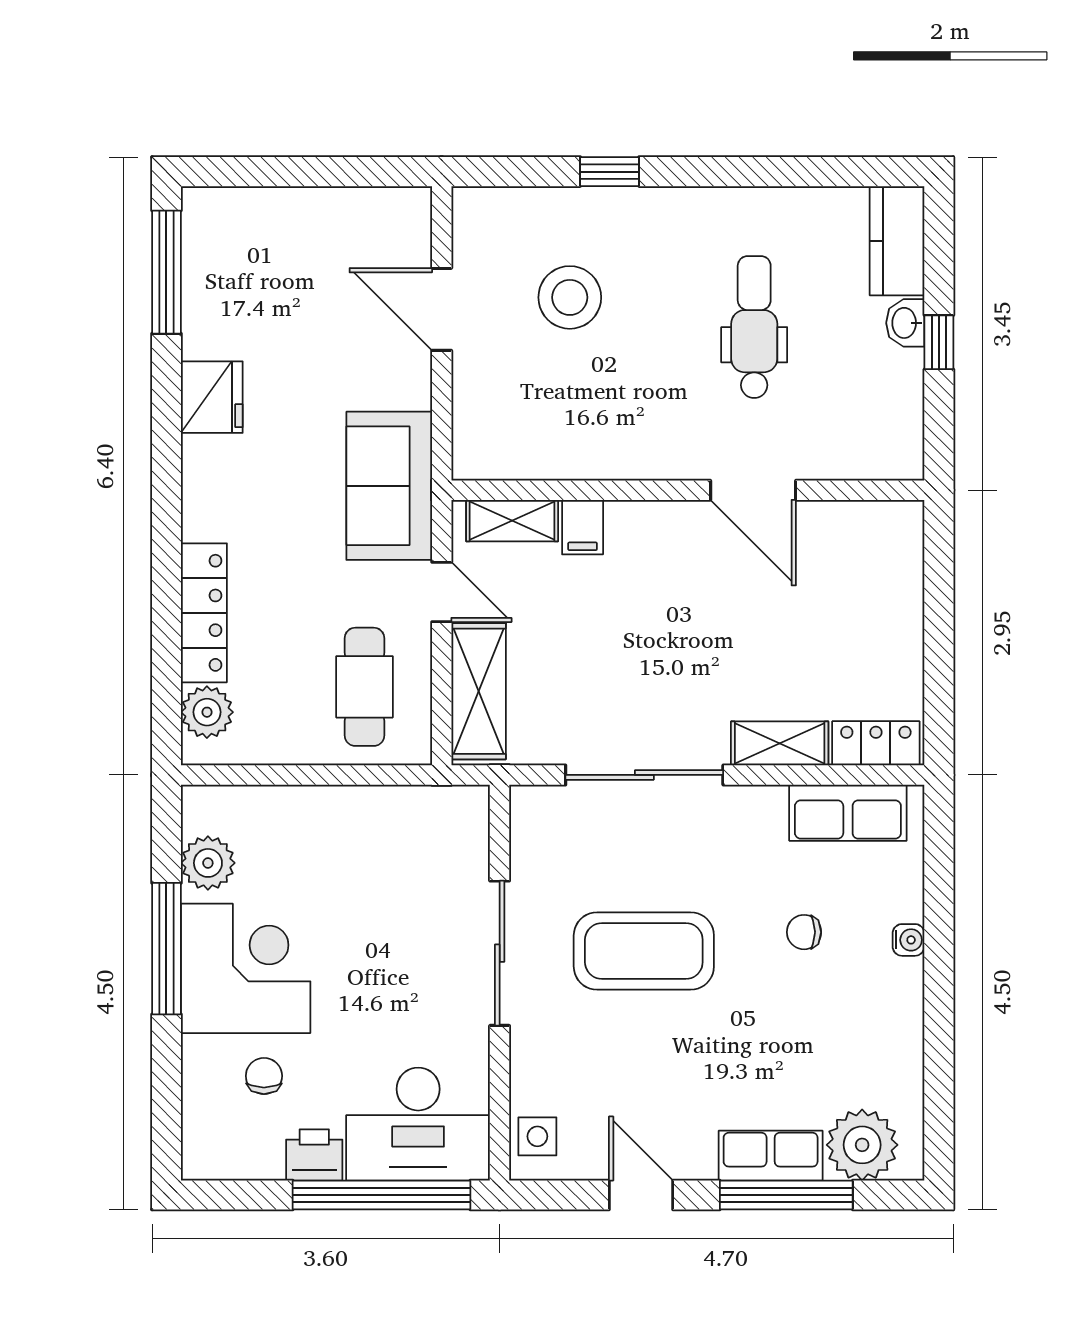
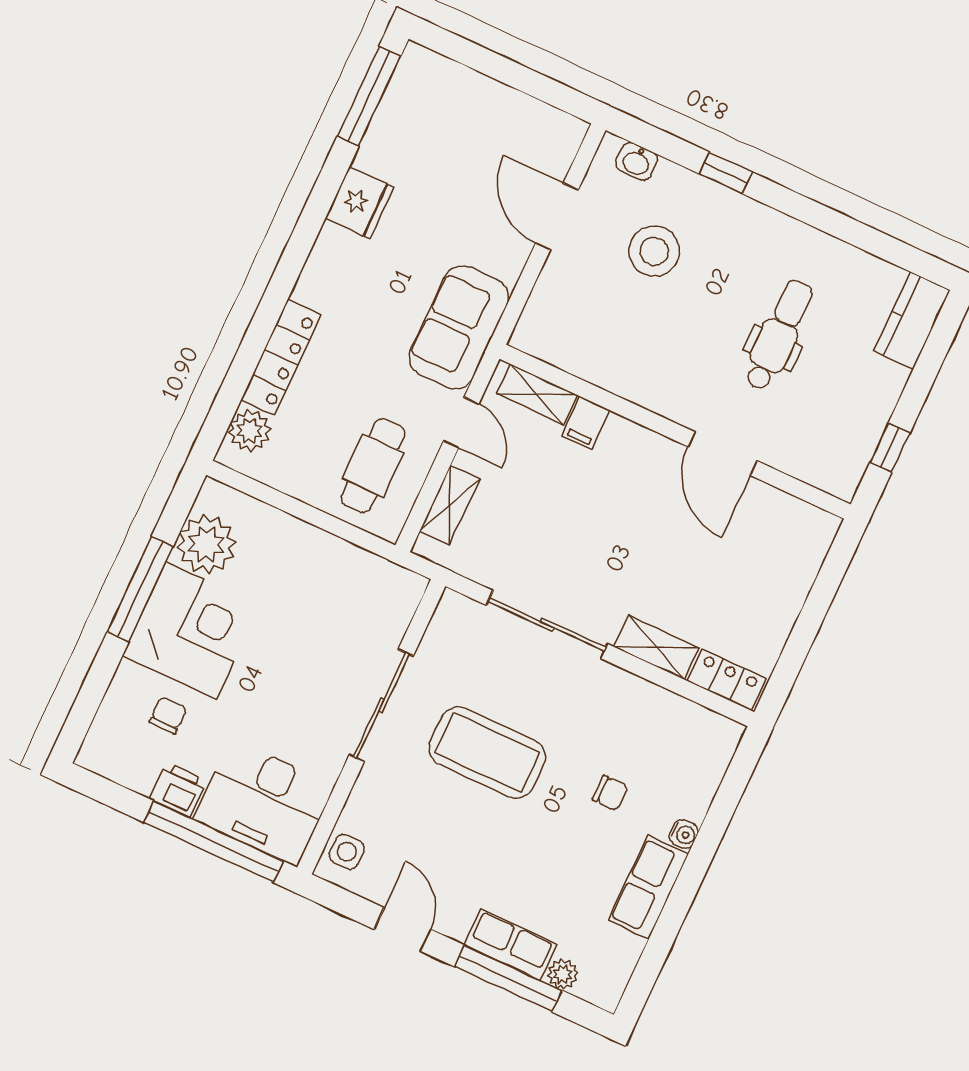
washbasin: (905, 323) -> (637, 161), moved, turned -90
window: (939, 342) -> (890, 448), moved
shelving: (479, 691) -> (450, 505), width x0.67, depth x0.75
row of seats: (848, 813) -> (648, 887), moved, turned 90
plant: (208, 863) -> (206, 544), width x1.36, depth x1.36
chair: (804, 932) -> (610, 793), turned 180
plant: (862, 1145) -> (563, 974), width x0.53, depth x0.53

